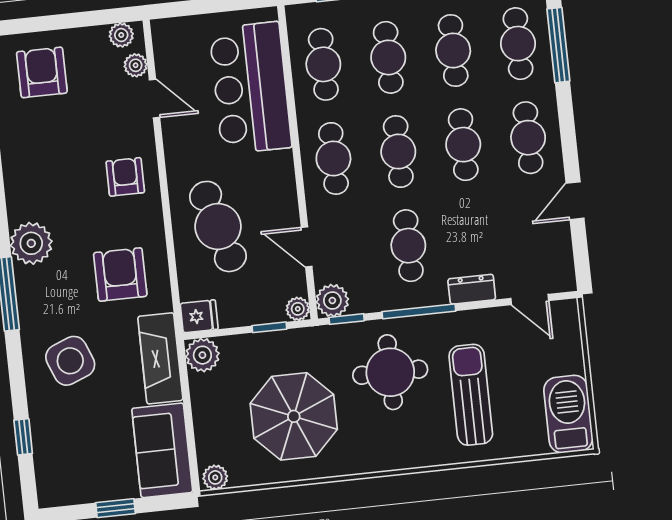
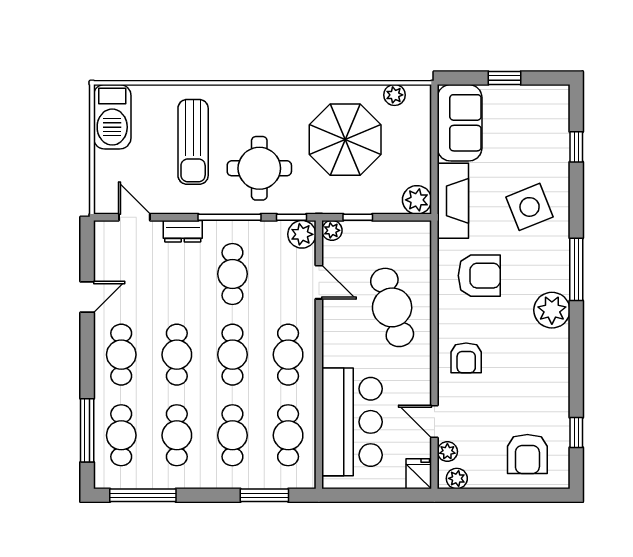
armchair: (120, 274) -> (479, 276), turned -90
fridge: (199, 316) -> (419, 474), moved, turned 90
plant: (215, 477) -> (395, 95), moved

